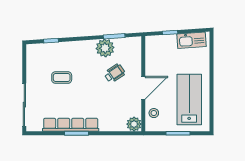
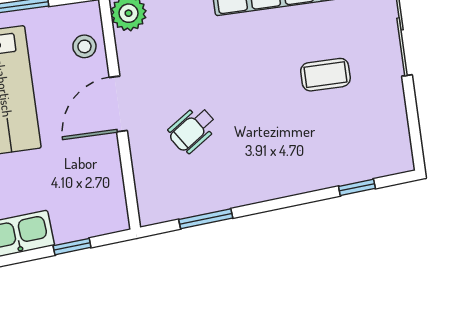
plant: (105, 48) -> (224, 187), removed
coffee table: (62, 78) -> (325, 75), moved

